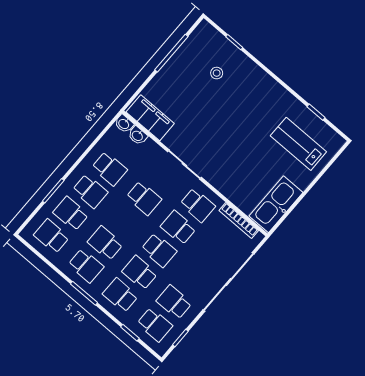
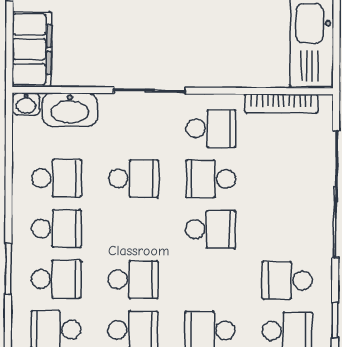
filing cabinet: (150, 118) -> (32, 49), moved, turned 90
washbasin: (138, 136) -> (70, 110), width x1.91, depth x1.45
school desk: (71, 214) -> (56, 279), turned 180
school desk: (105, 243) -> (133, 279), turned 180
school desk: (140, 273) -> (210, 280), removed

